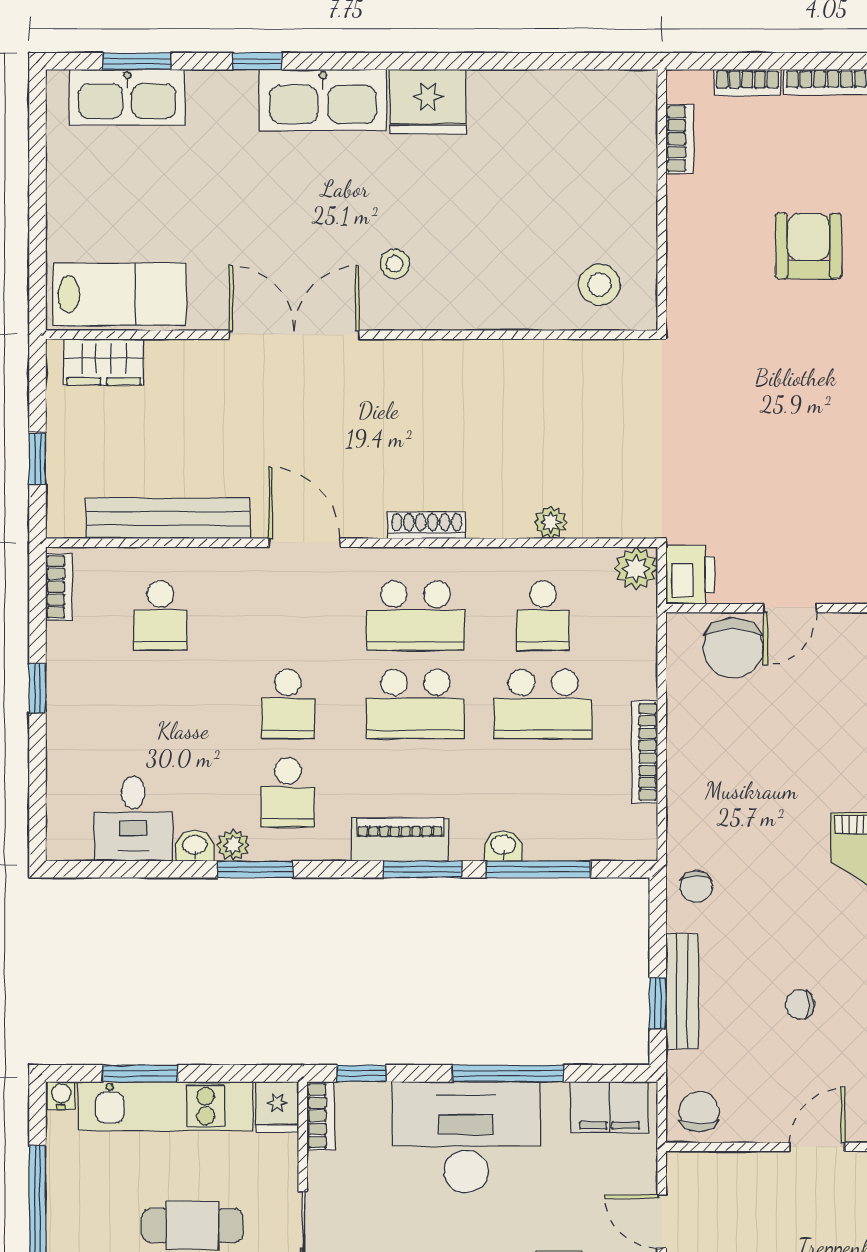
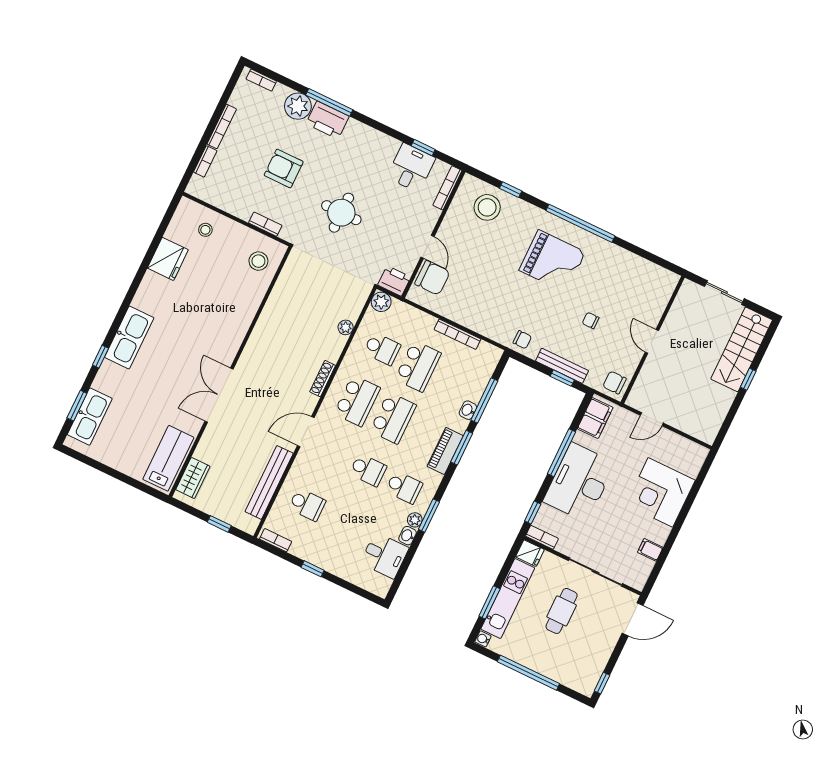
fridge: (428, 102) -> (168, 259), moved
bookcase: (680, 139) -> (265, 224), moved
stool: (395, 264) -> (205, 230), moved
round table: (776, 404) -> (341, 213), added
chair: (800, 1005) -> (591, 321), turned 90

